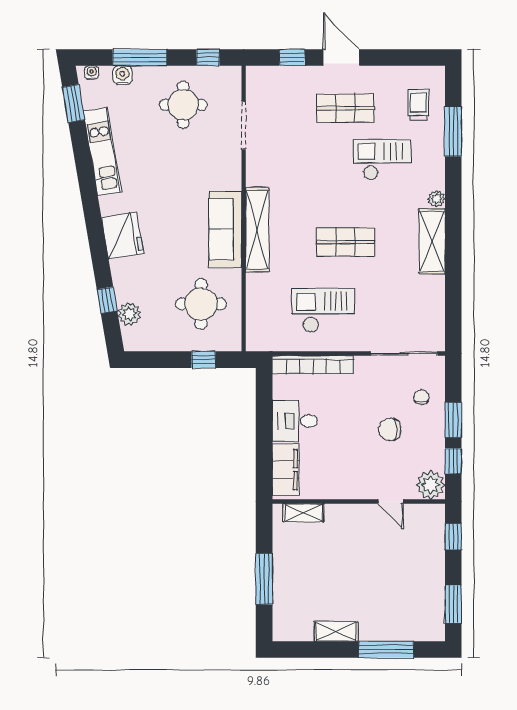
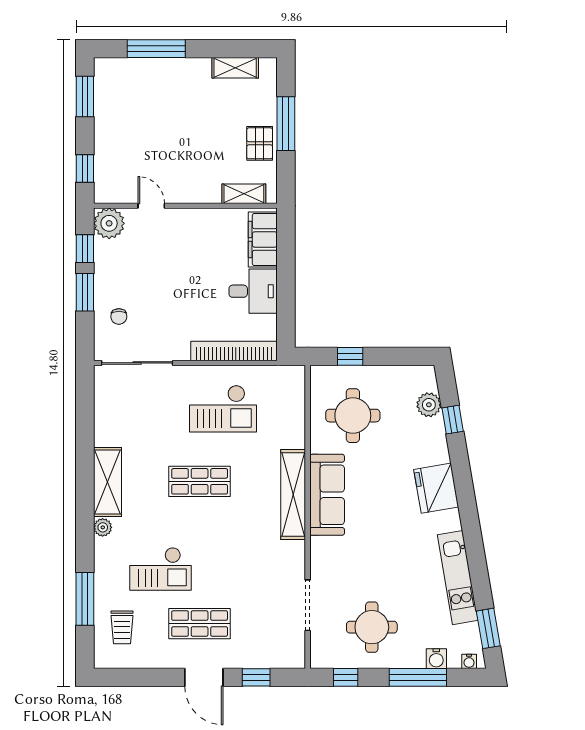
chair: (390, 429) -> (152, 282), removed
pallet: (289, 560) -> (260, 143), added
shelving: (336, 631) -> (235, 68), moved

